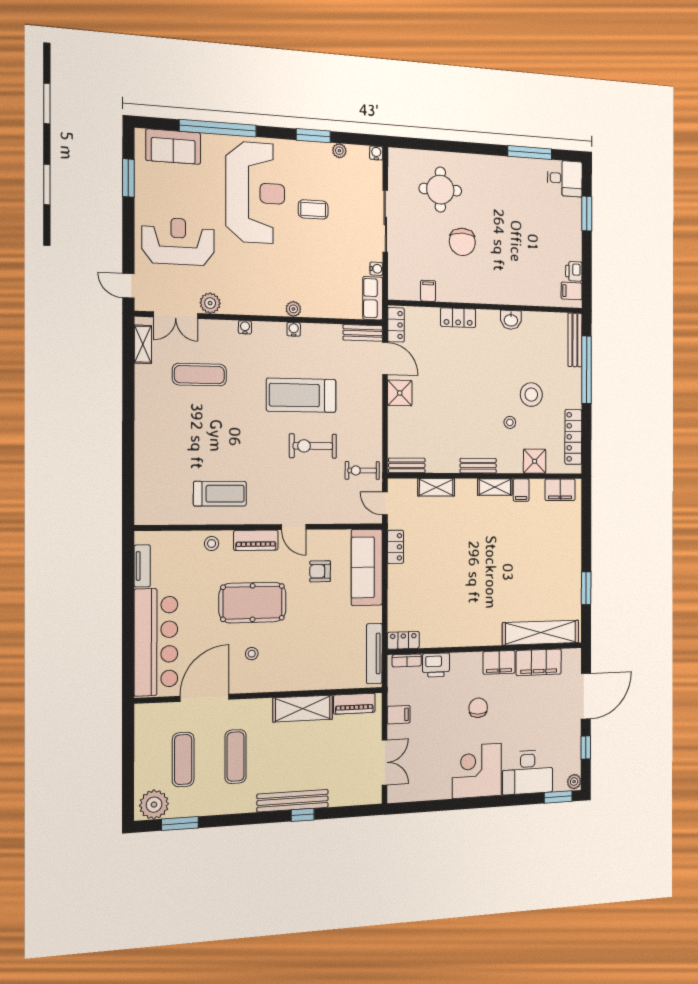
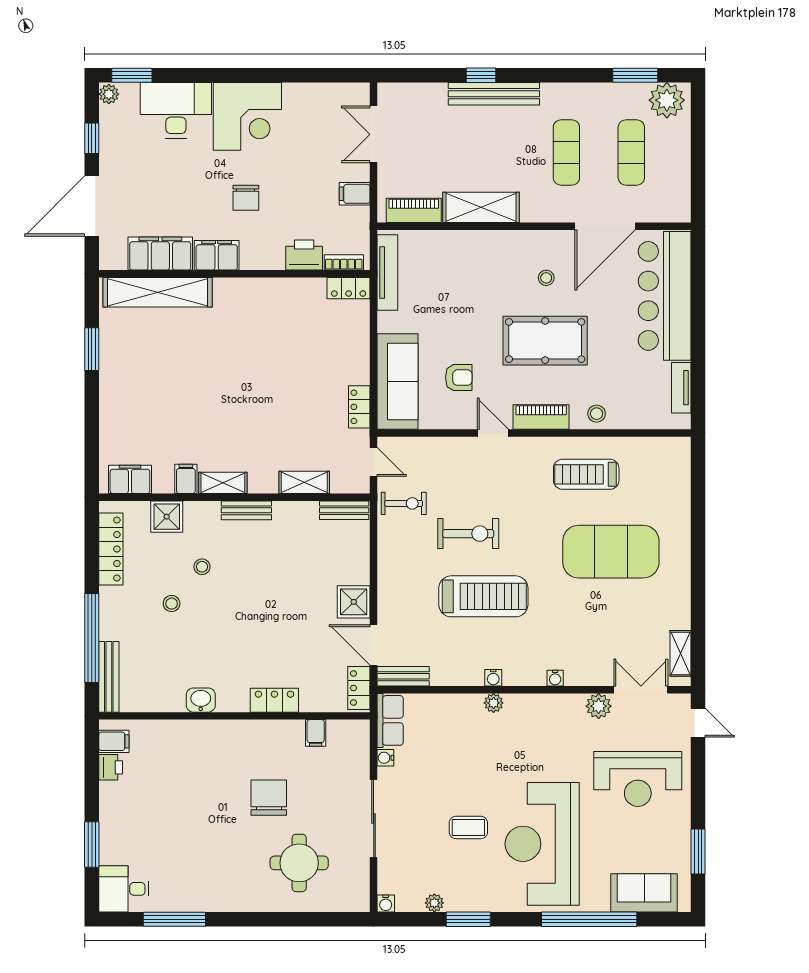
exercise mat: (199, 375) -> (611, 552), moved, width x2.00, depth x1.45
stool: (531, 395) -> (172, 604), width x0.53, depth x0.53

